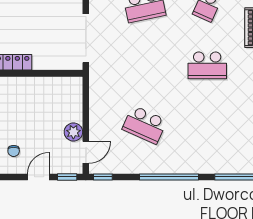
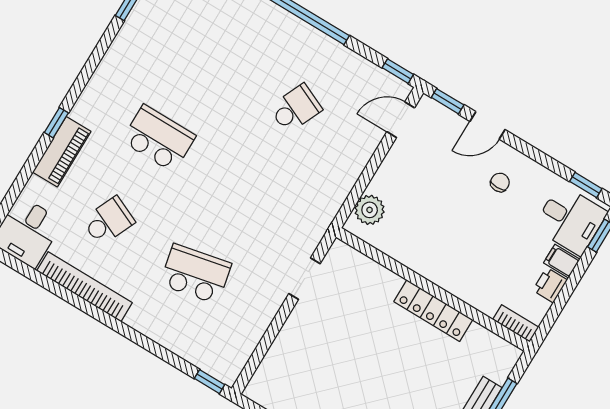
doorway: (86, 38) -> (304, 279), width x0.53
school desk: (145, 125) -> (296, 109), width x0.54
plant: (73, 132) -> (370, 210), moved

